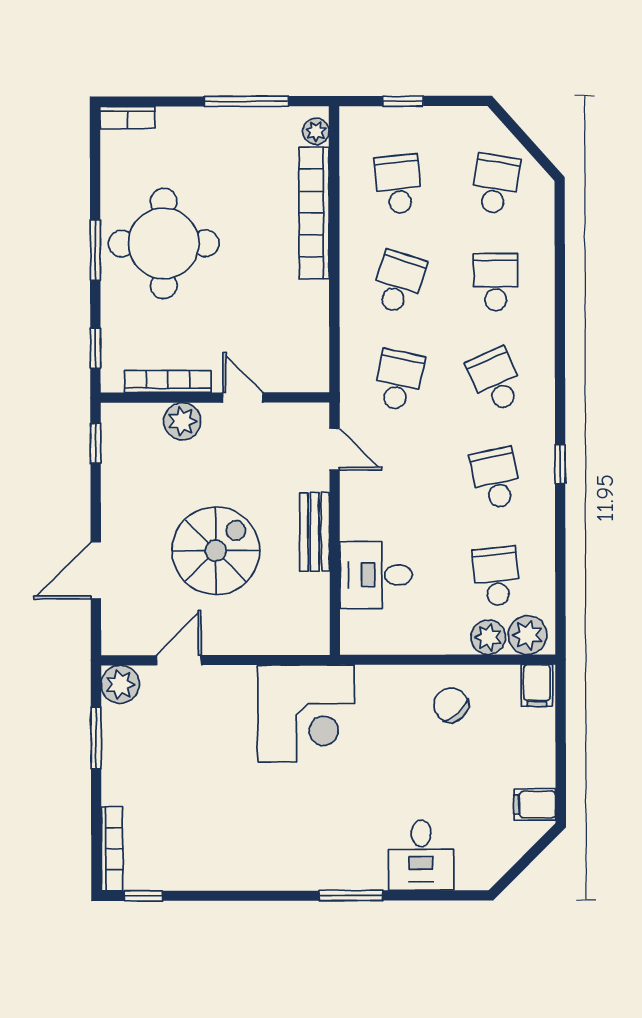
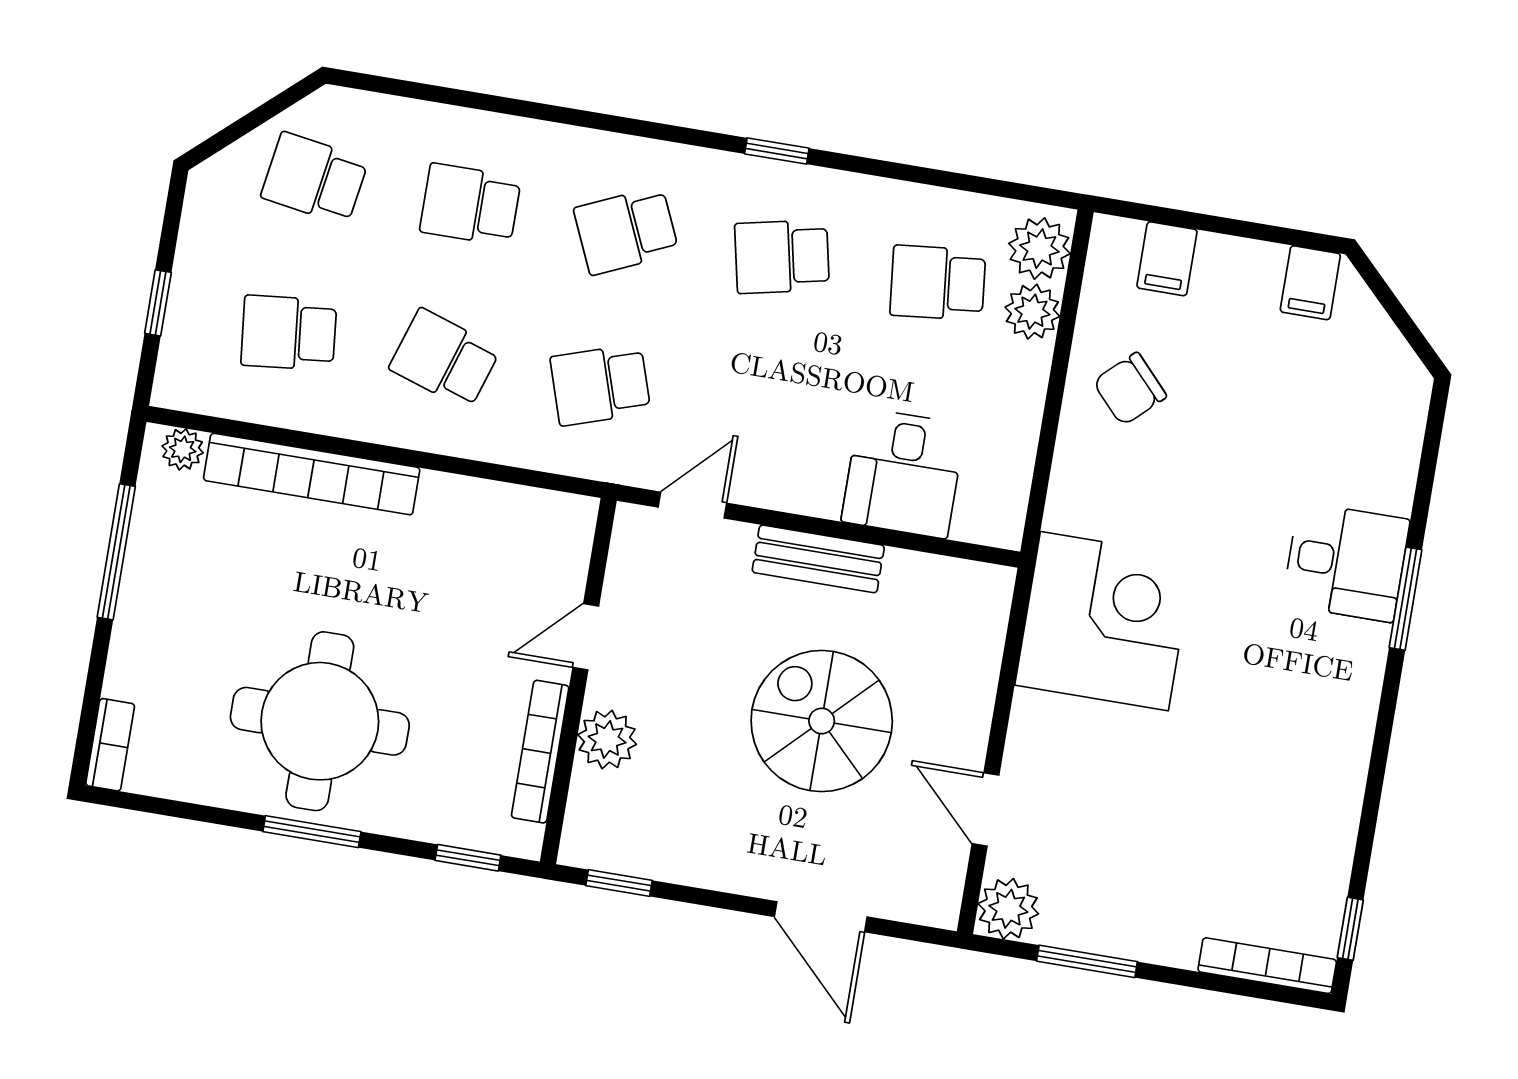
school desk: (399, 380) -> (600, 385), turned -30
filing cabinet: (537, 686) -> (1167, 259), moved, turned 90
desk: (421, 855) -> (1346, 562), moved

